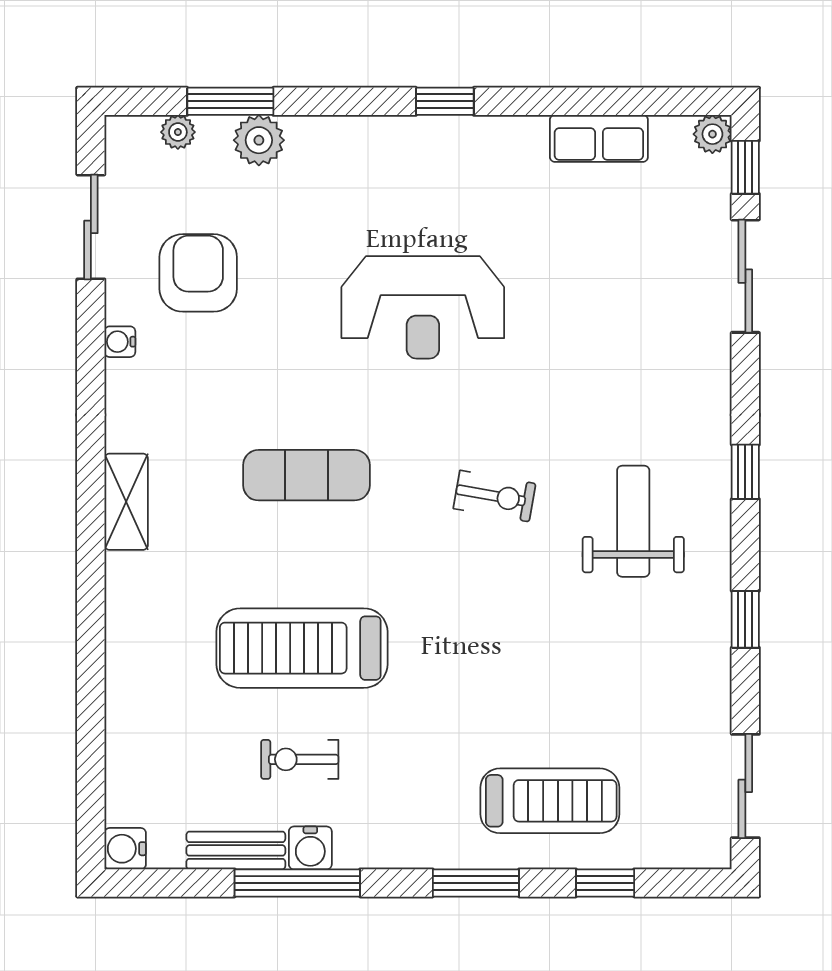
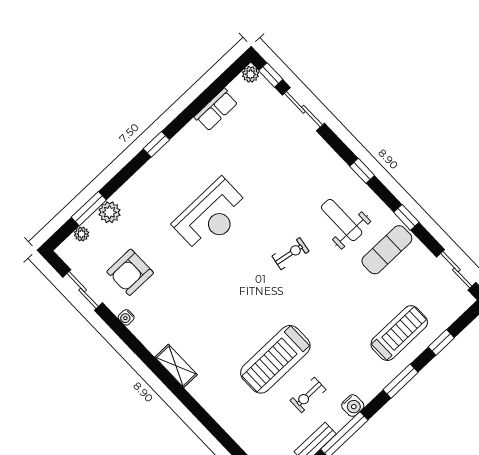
armchair: (198, 273) -> (130, 272), turned -90
exercise mat: (306, 475) -> (387, 250), moved
water cooler: (310, 848) -> (353, 406), moved

